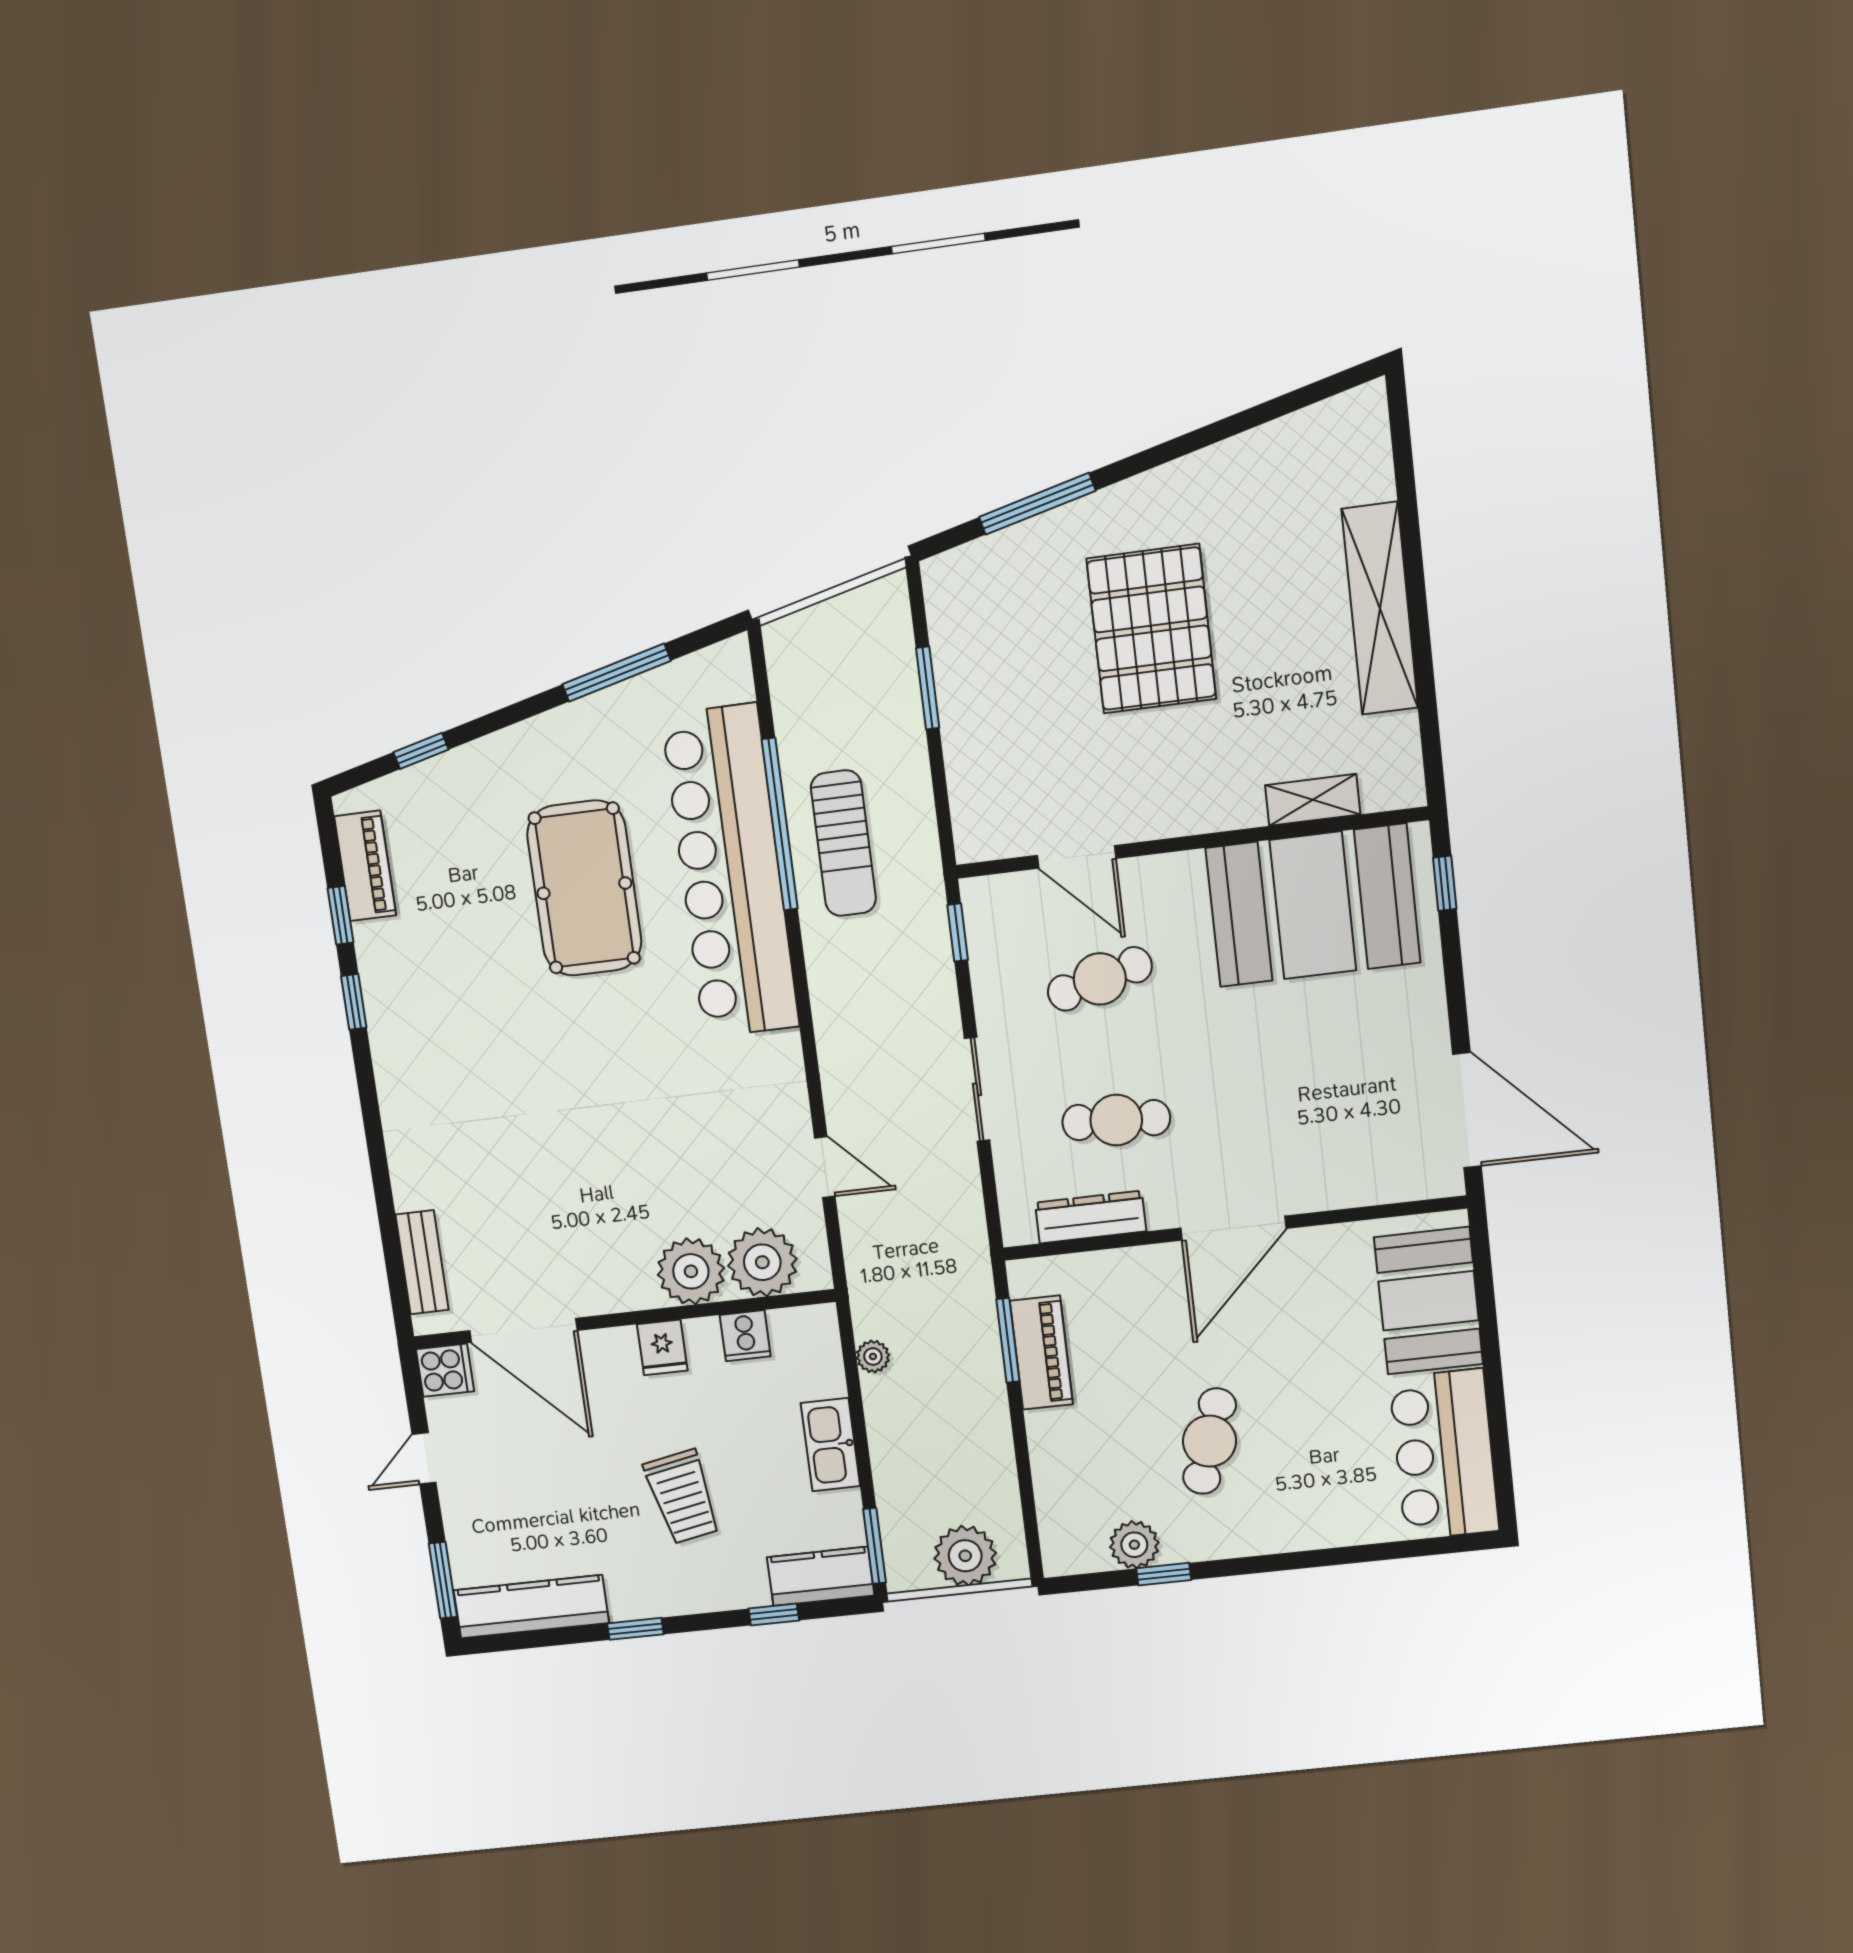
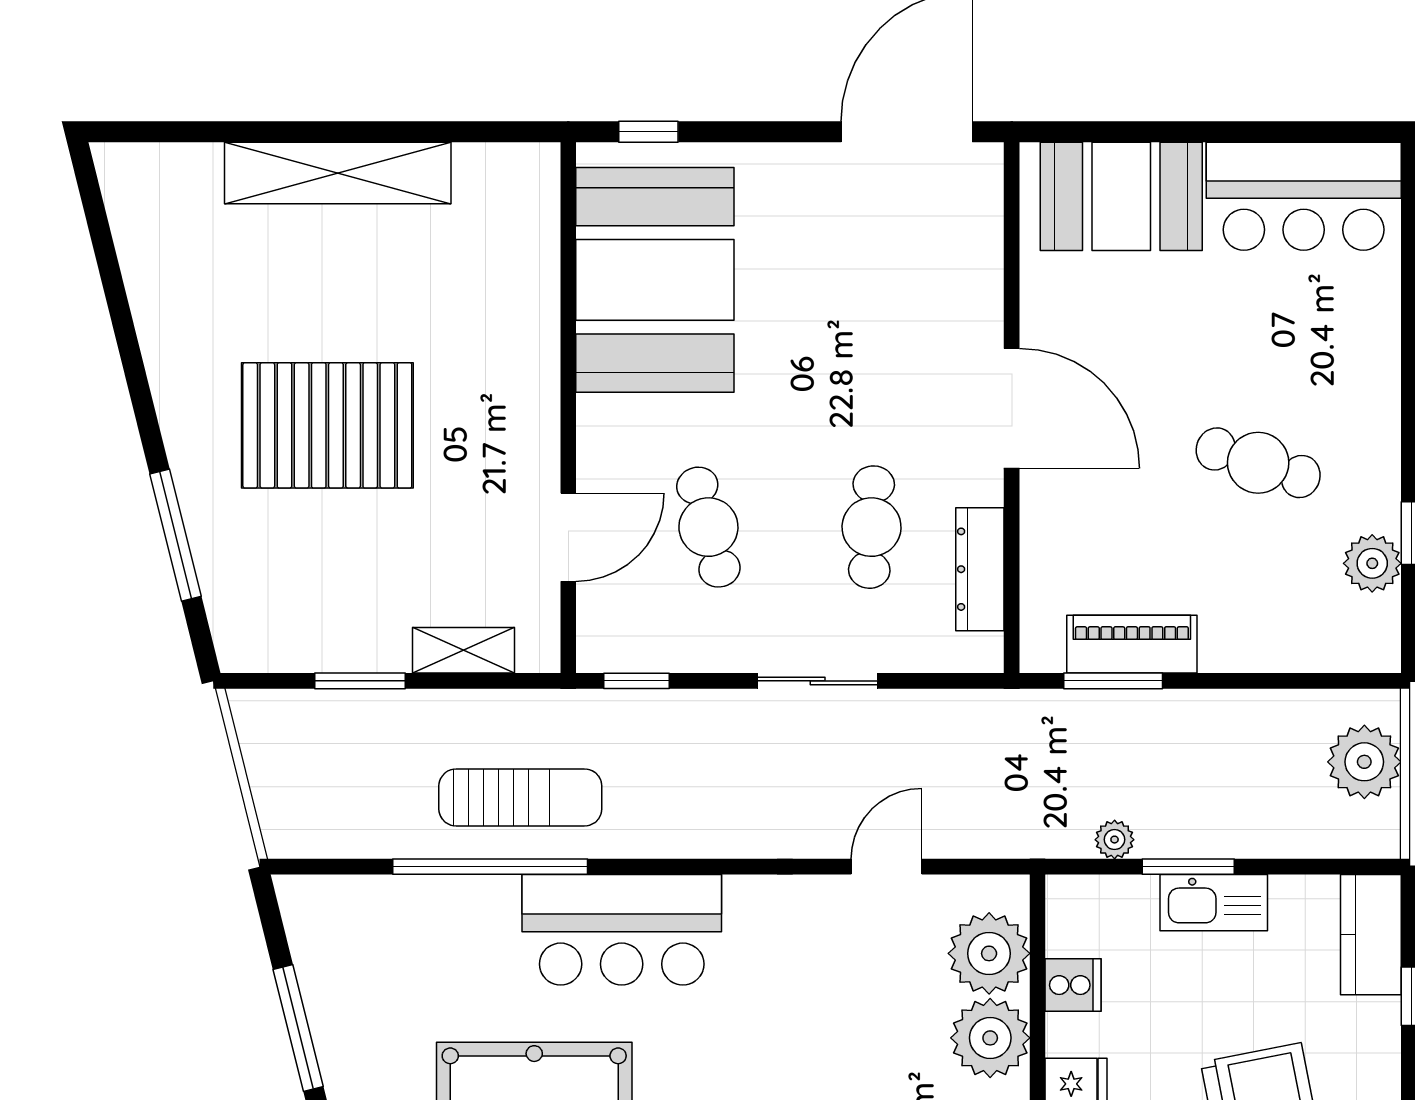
shelving: (1313, 800) -> (464, 650), moved, turned 90
bar counter: (730, 872) -> (622, 930), width x0.54
window: (875, 1546) -> (1188, 867), moved

